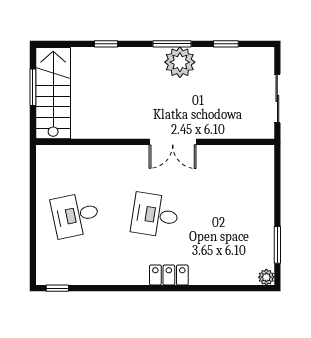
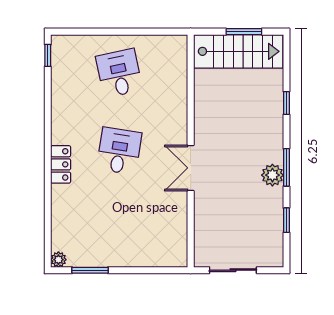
plant: (180, 62) -> (272, 175), width x0.73, depth x0.73

